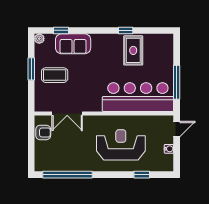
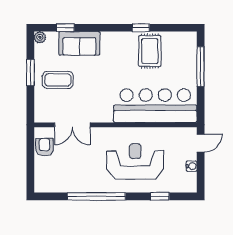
window: (177, 82) -> (201, 67), moved
armchair: (43, 132) -> (44, 147), turned -90
window: (68, 175) -> (96, 196), moved

